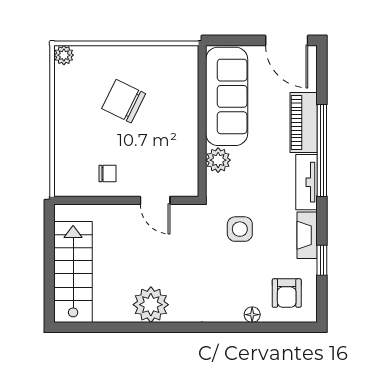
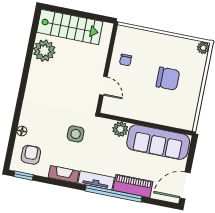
chair: (124, 101) -> (168, 79), turned 64
door: (155, 200) -> (103, 86), swing flipped
window: (322, 260) -> (24, 176), moved
armchair: (287, 293) -> (31, 155), turned 90
plant: (151, 305) -> (44, 51), moved

